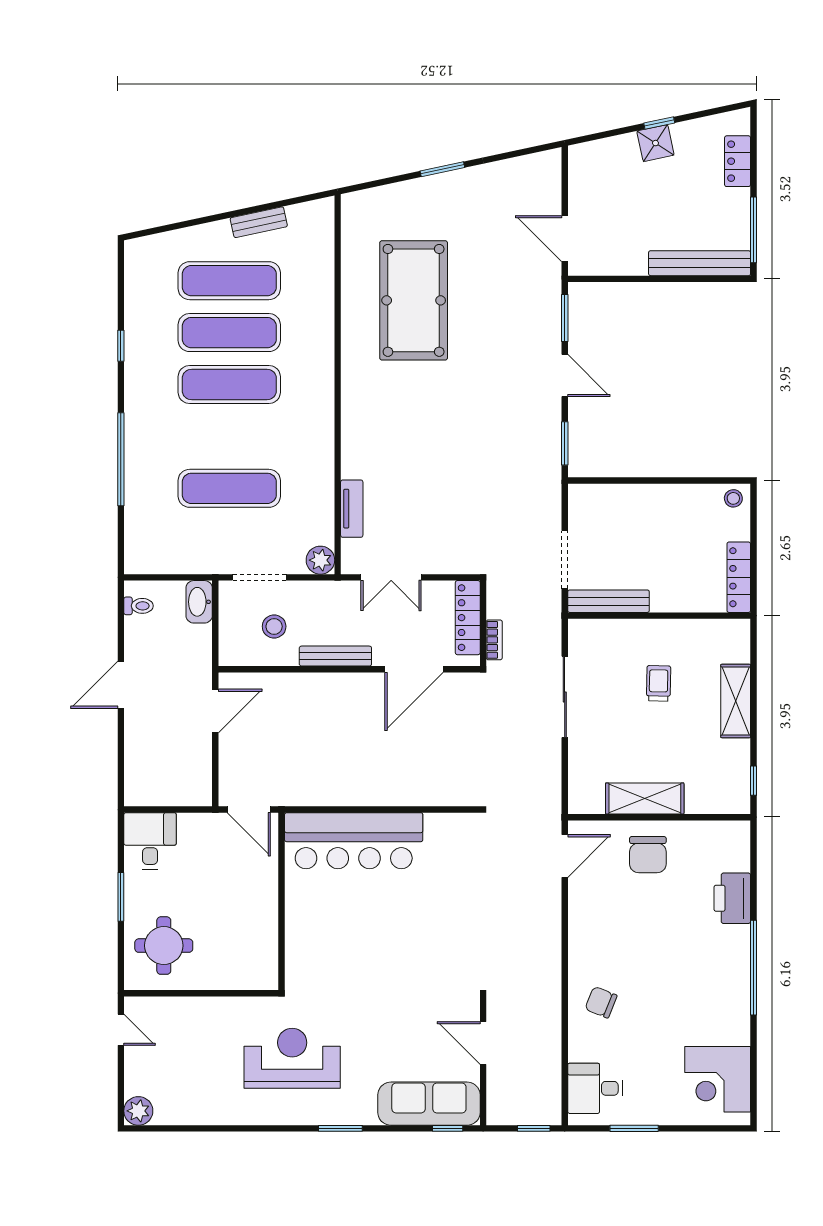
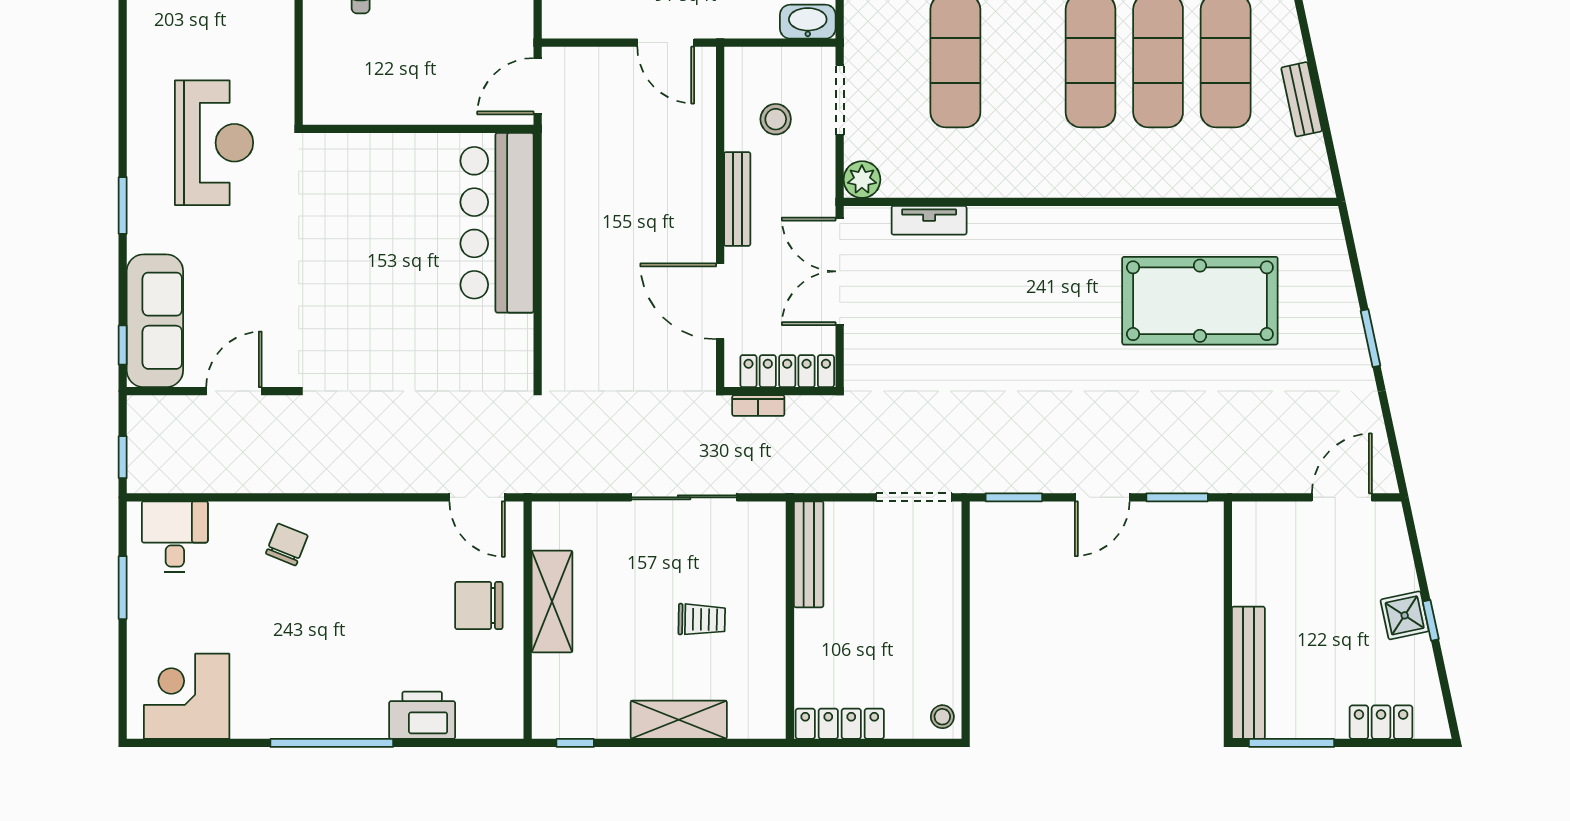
door: (565, 239) -> (1342, 497), moved
doorway: (565, 560) -> (914, 497), moved
double door: (391, 577) -> (840, 271), width x1.37

